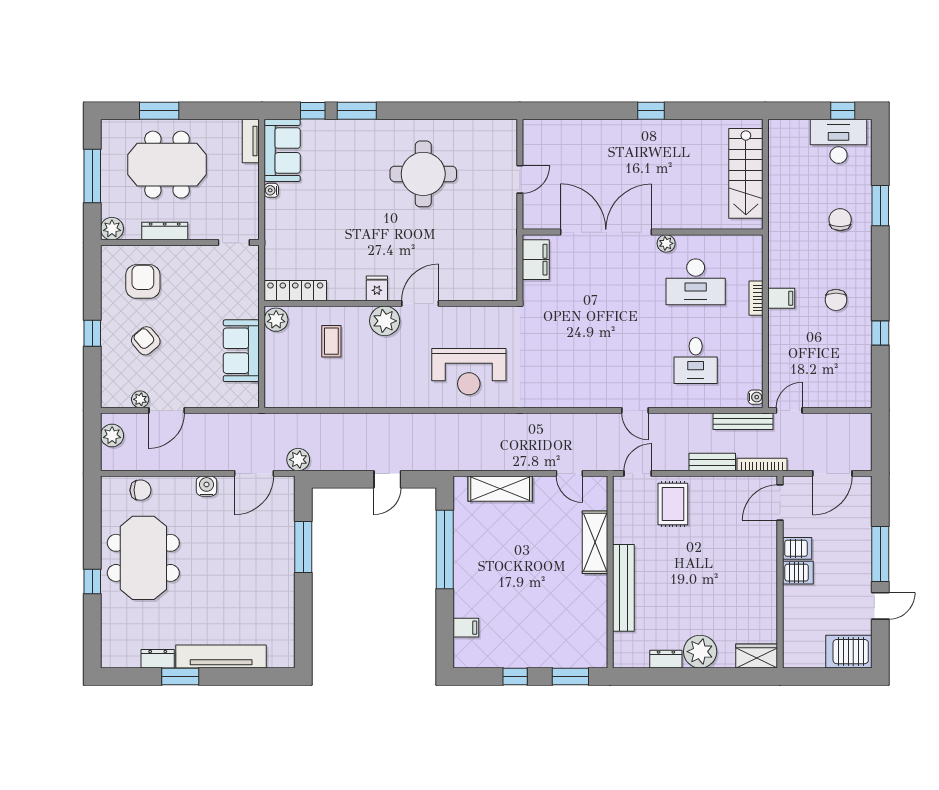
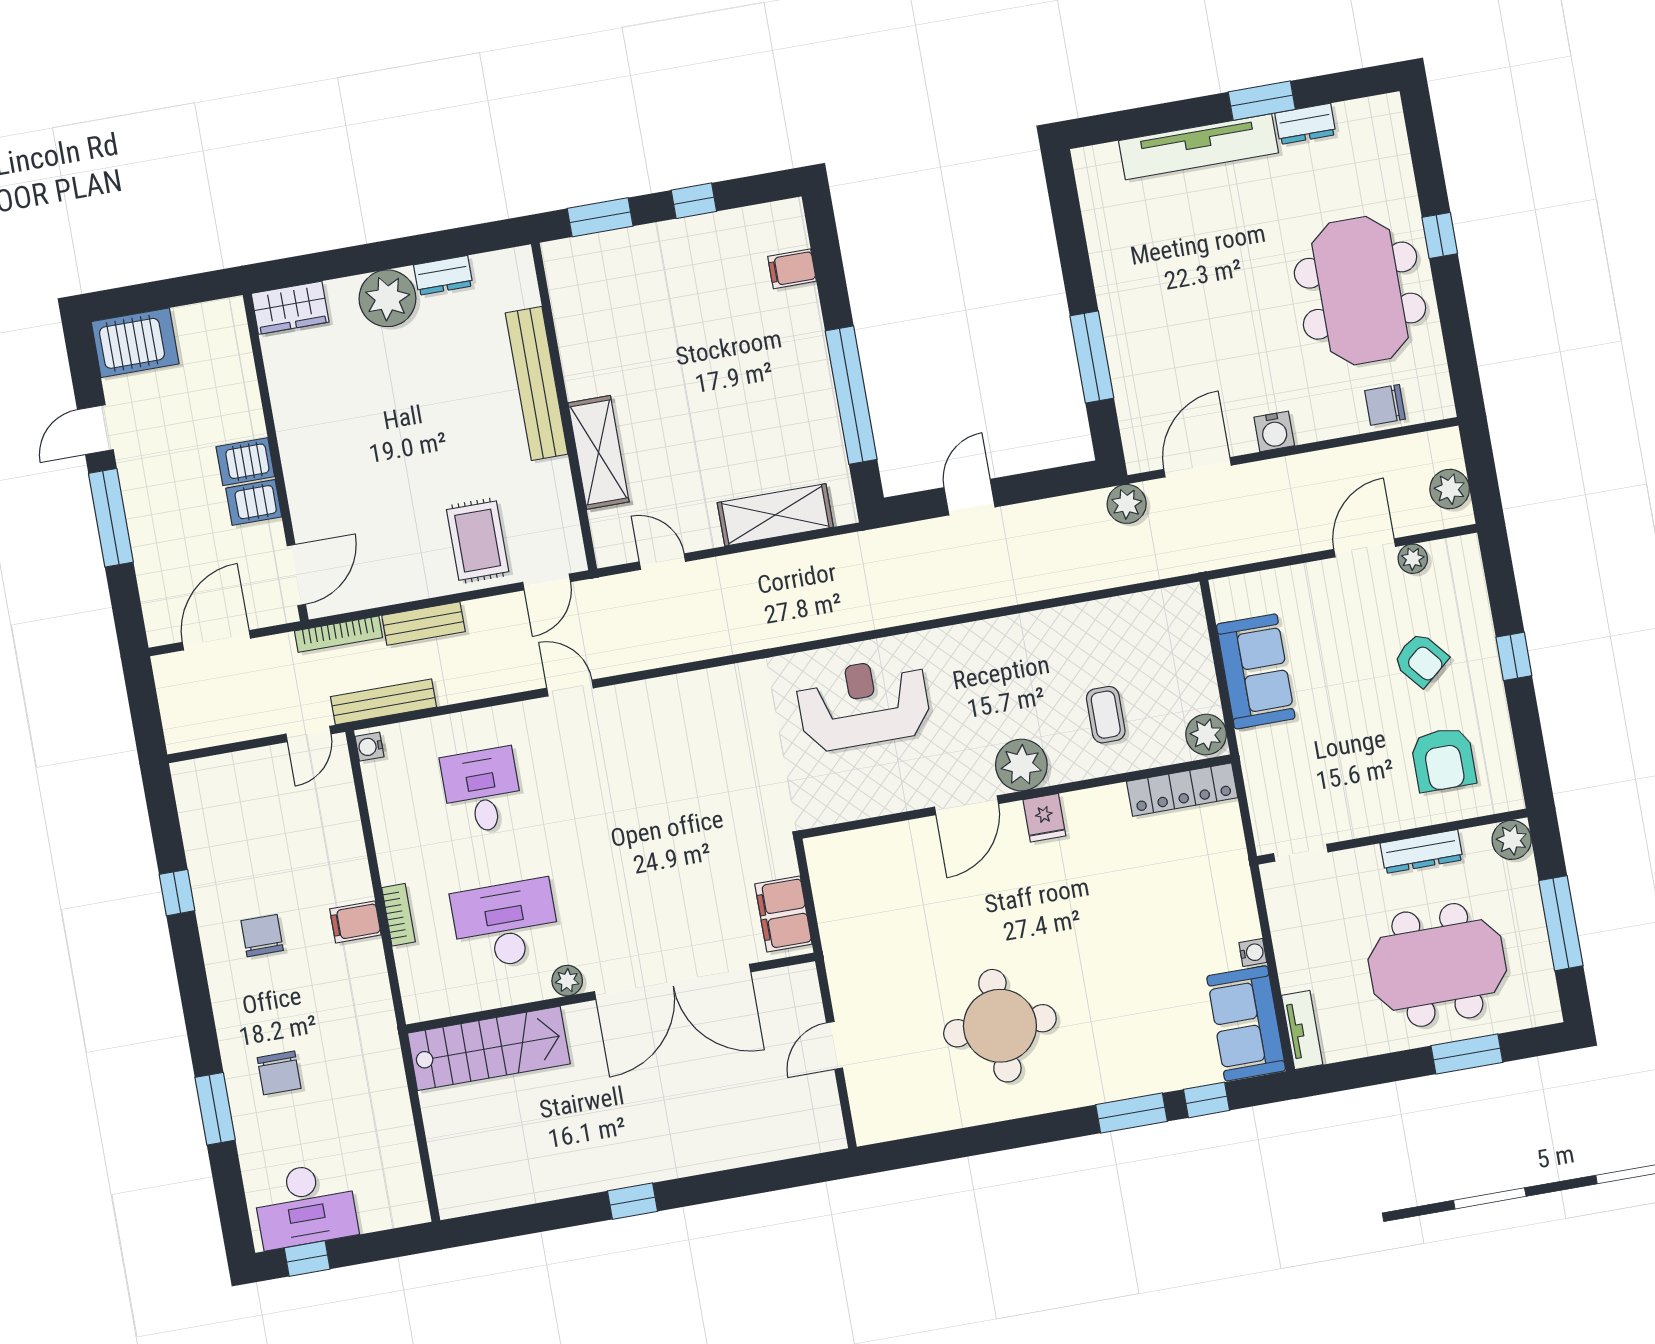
stairs: (746, 173) -> (489, 1048), moved, turned 90

